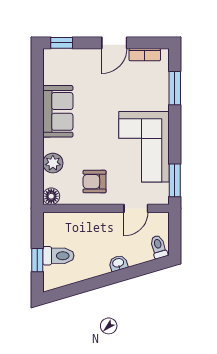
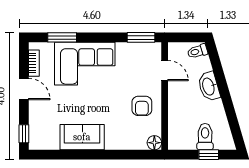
corner sofa: (144, 147) -> (85, 64), moved
plant: (53, 163) -> (126, 141), removed
washbasin: (118, 263) -> (209, 86), width x1.91, depth x1.45

